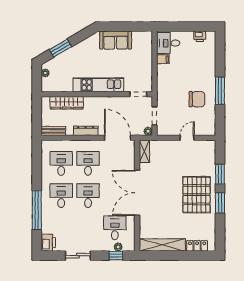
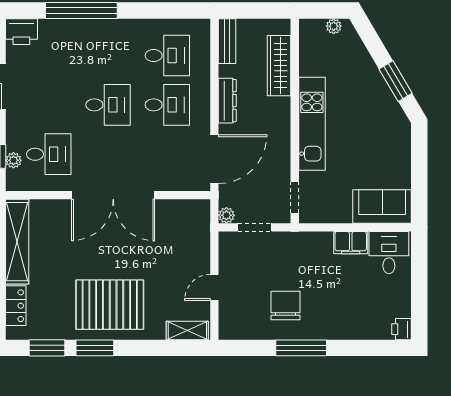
printer: (200, 36) -> (402, 329), moved
sofa: (116, 40) -> (382, 206), moved, turned 90
window: (60, 48) -> (396, 81), moved
filing cabinet: (163, 59) -> (351, 243), width x2.00
chair: (197, 99) -> (286, 305), turned 180
door: (187, 138) -> (214, 287), swing flipped
shelving: (144, 151) -> (187, 330), moved
window: (220, 174) -> (47, 348), moved
double door: (137, 193) -> (113, 195), swing flipped
desk: (61, 196) -> (108, 55), removed

